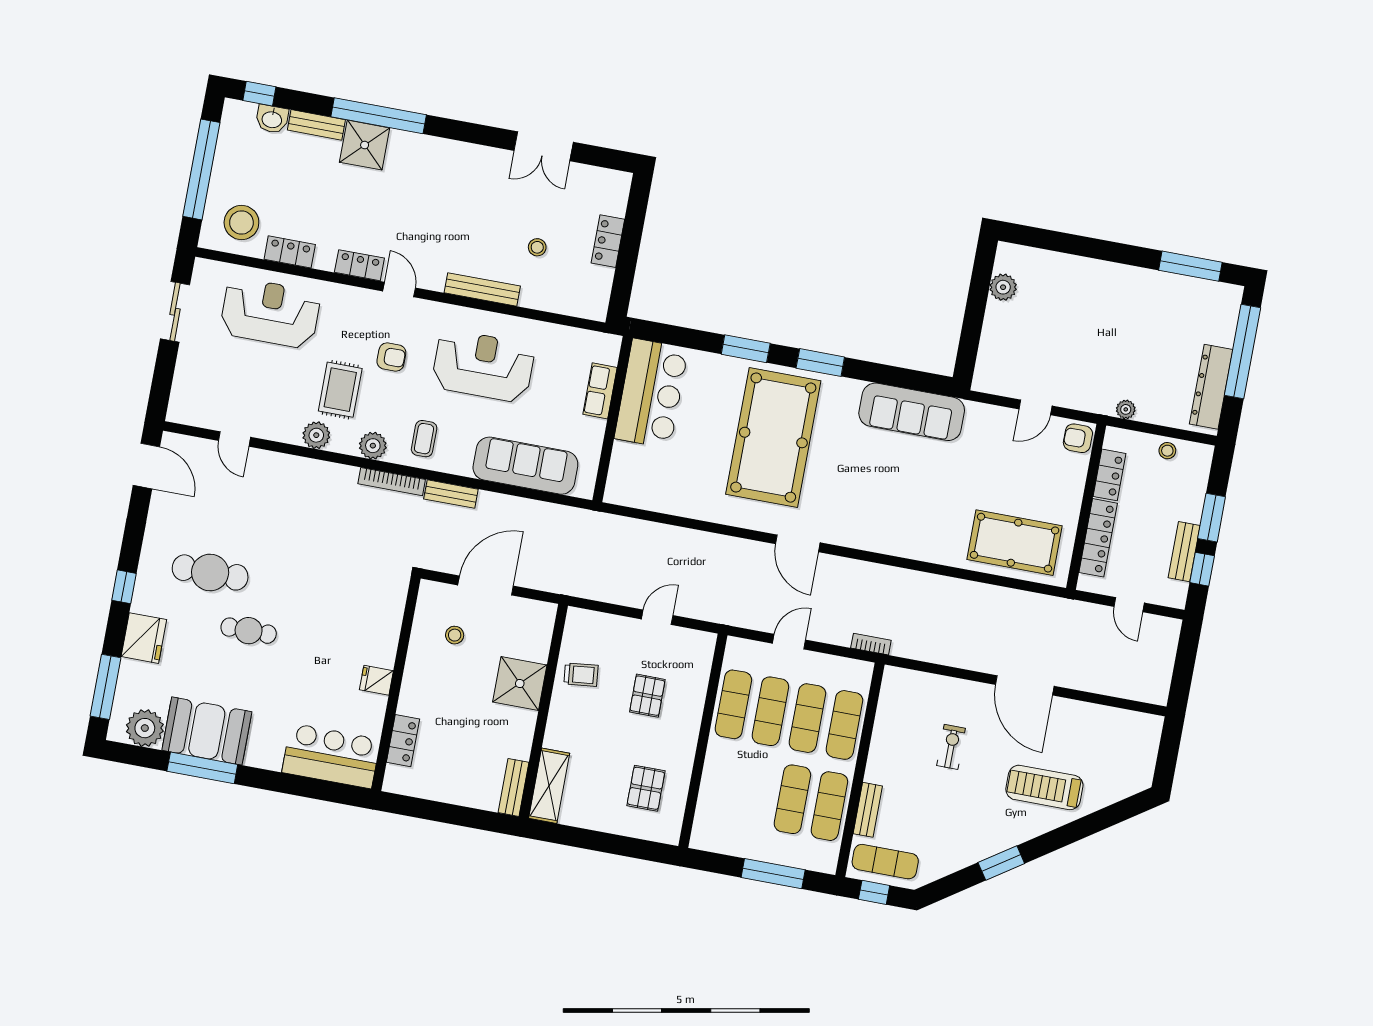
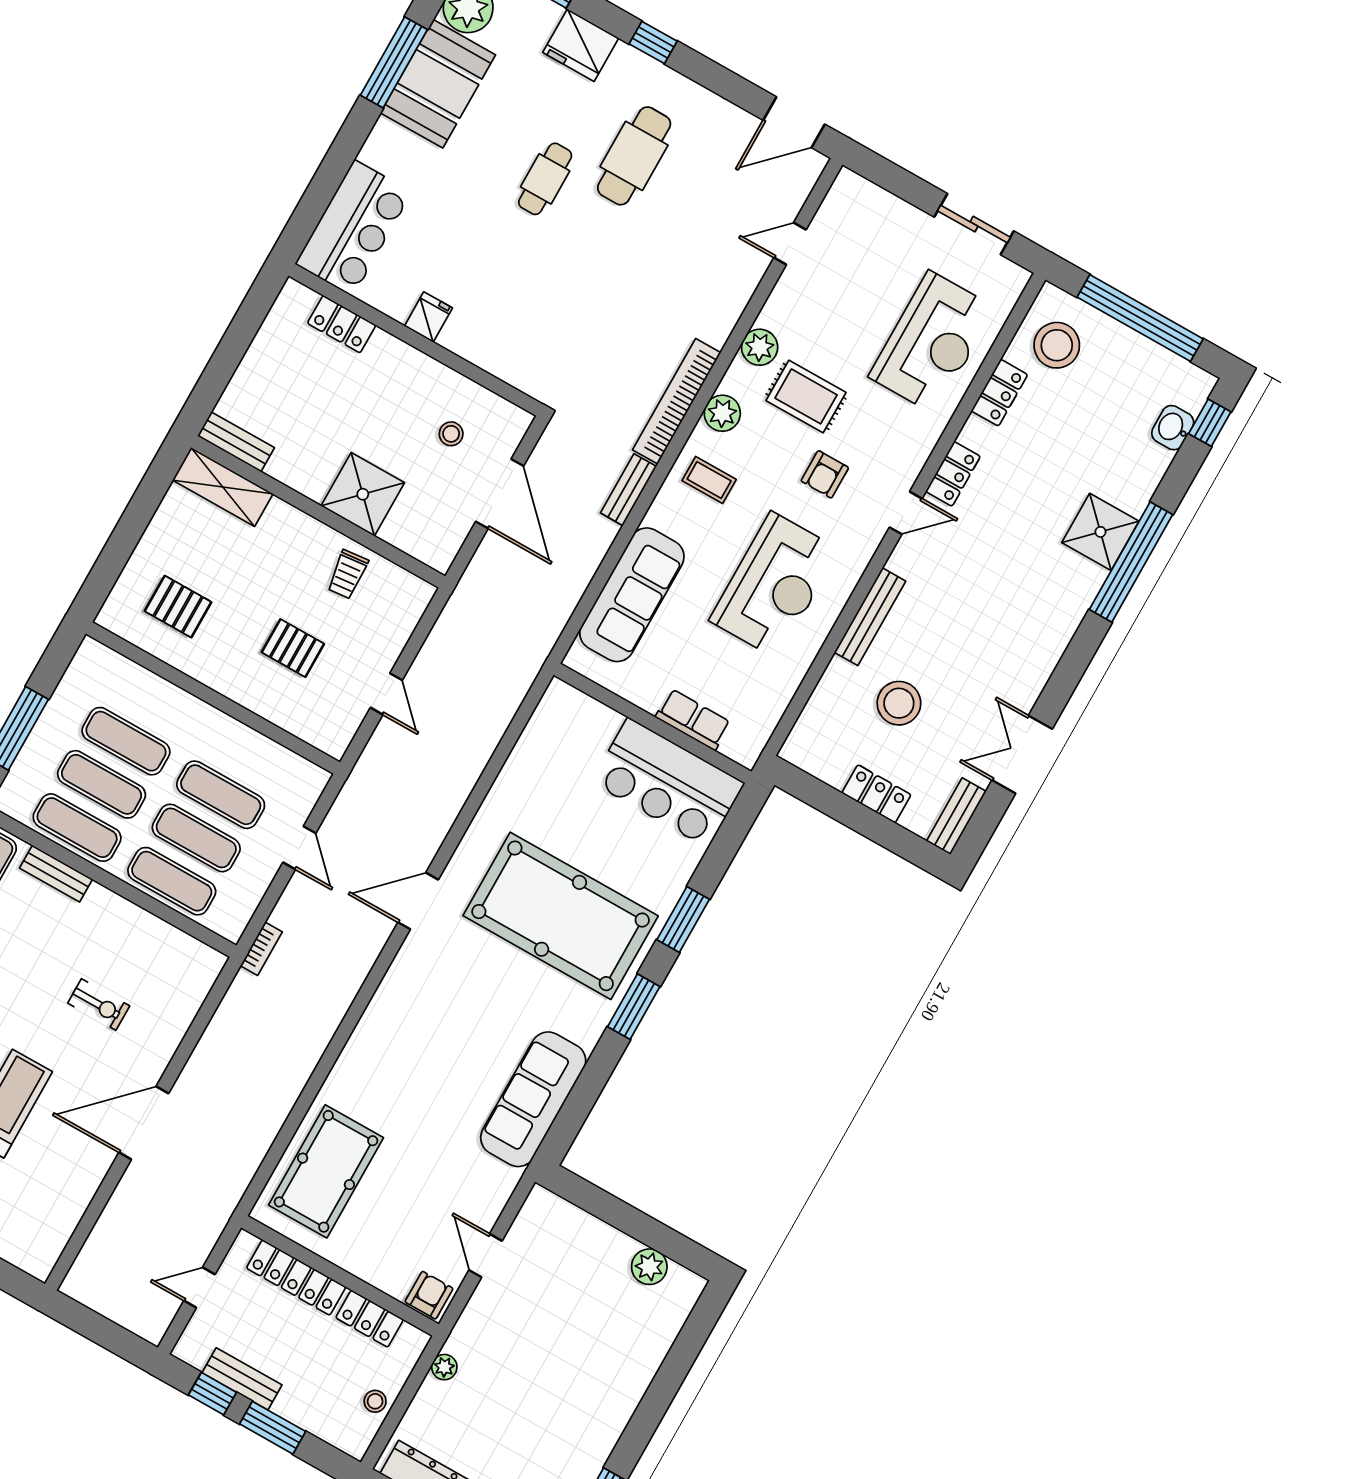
bench: (316, 125) -> (956, 816), moved
stool: (537, 247) -> (899, 703), width x1.89, depth x1.89
bookcase: (392, 482) -> (677, 401), width x1.48, depth x1.31
exercise mat: (733, 704) -> (126, 741), moved

